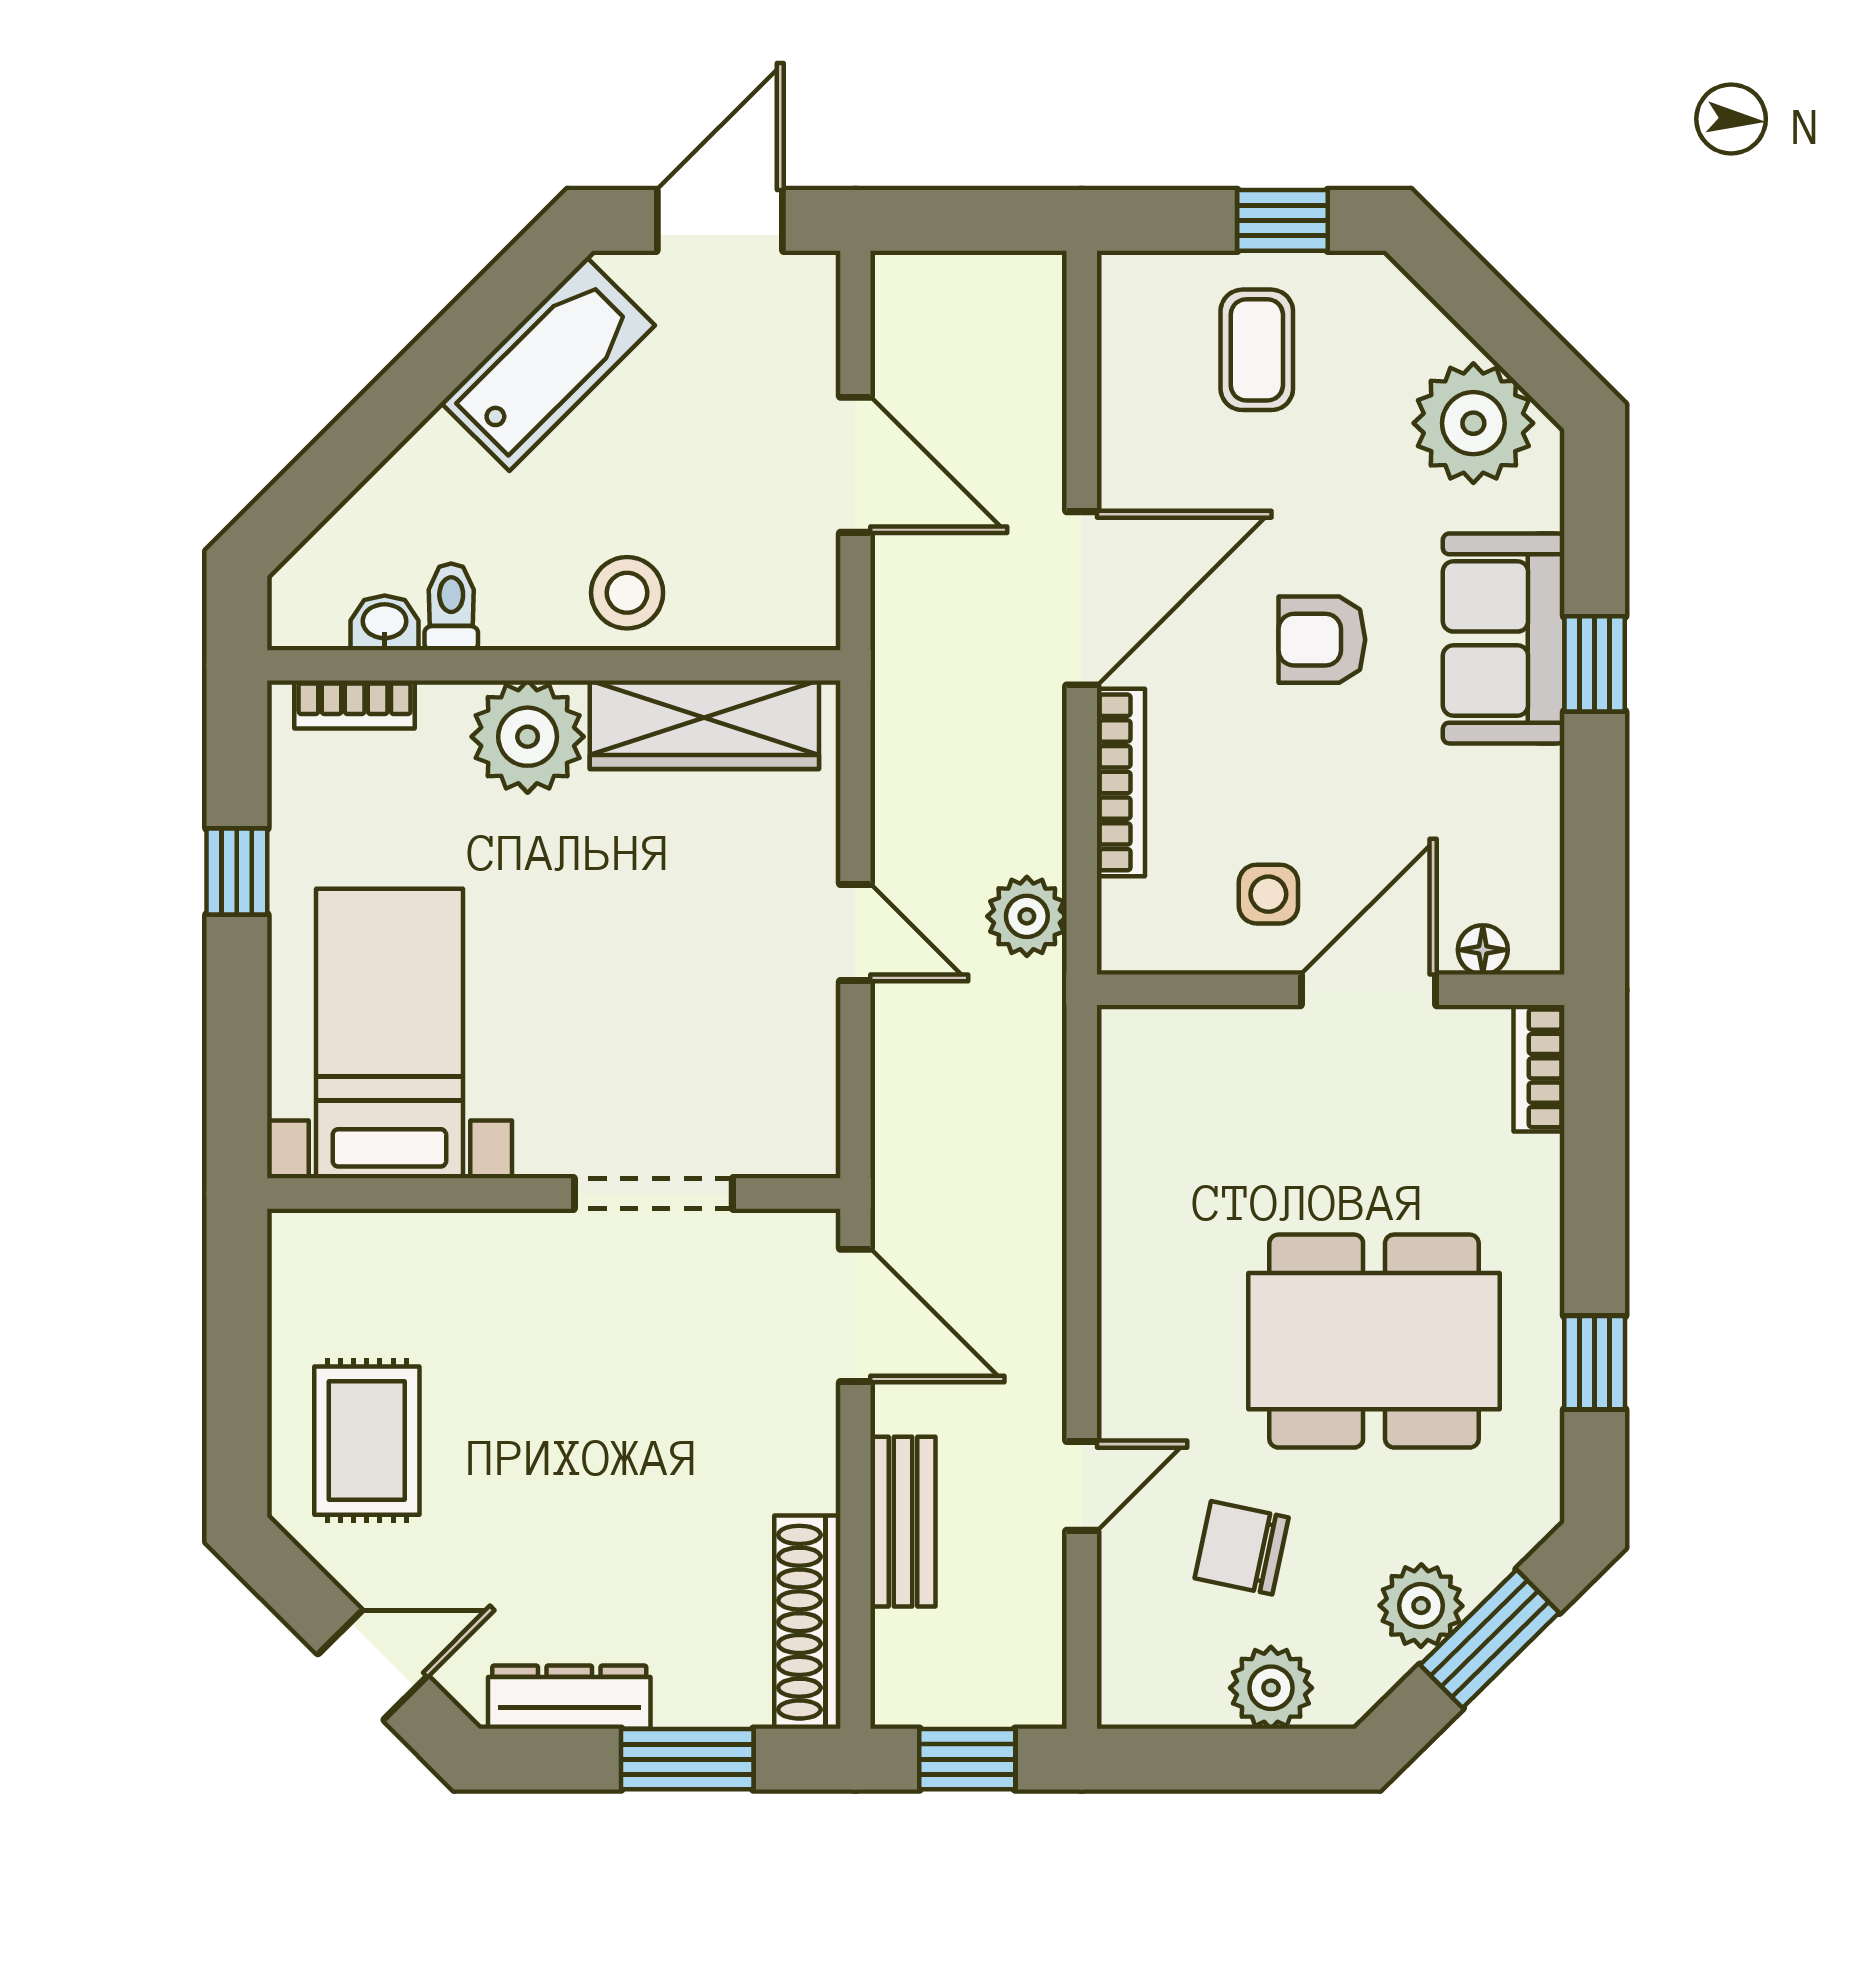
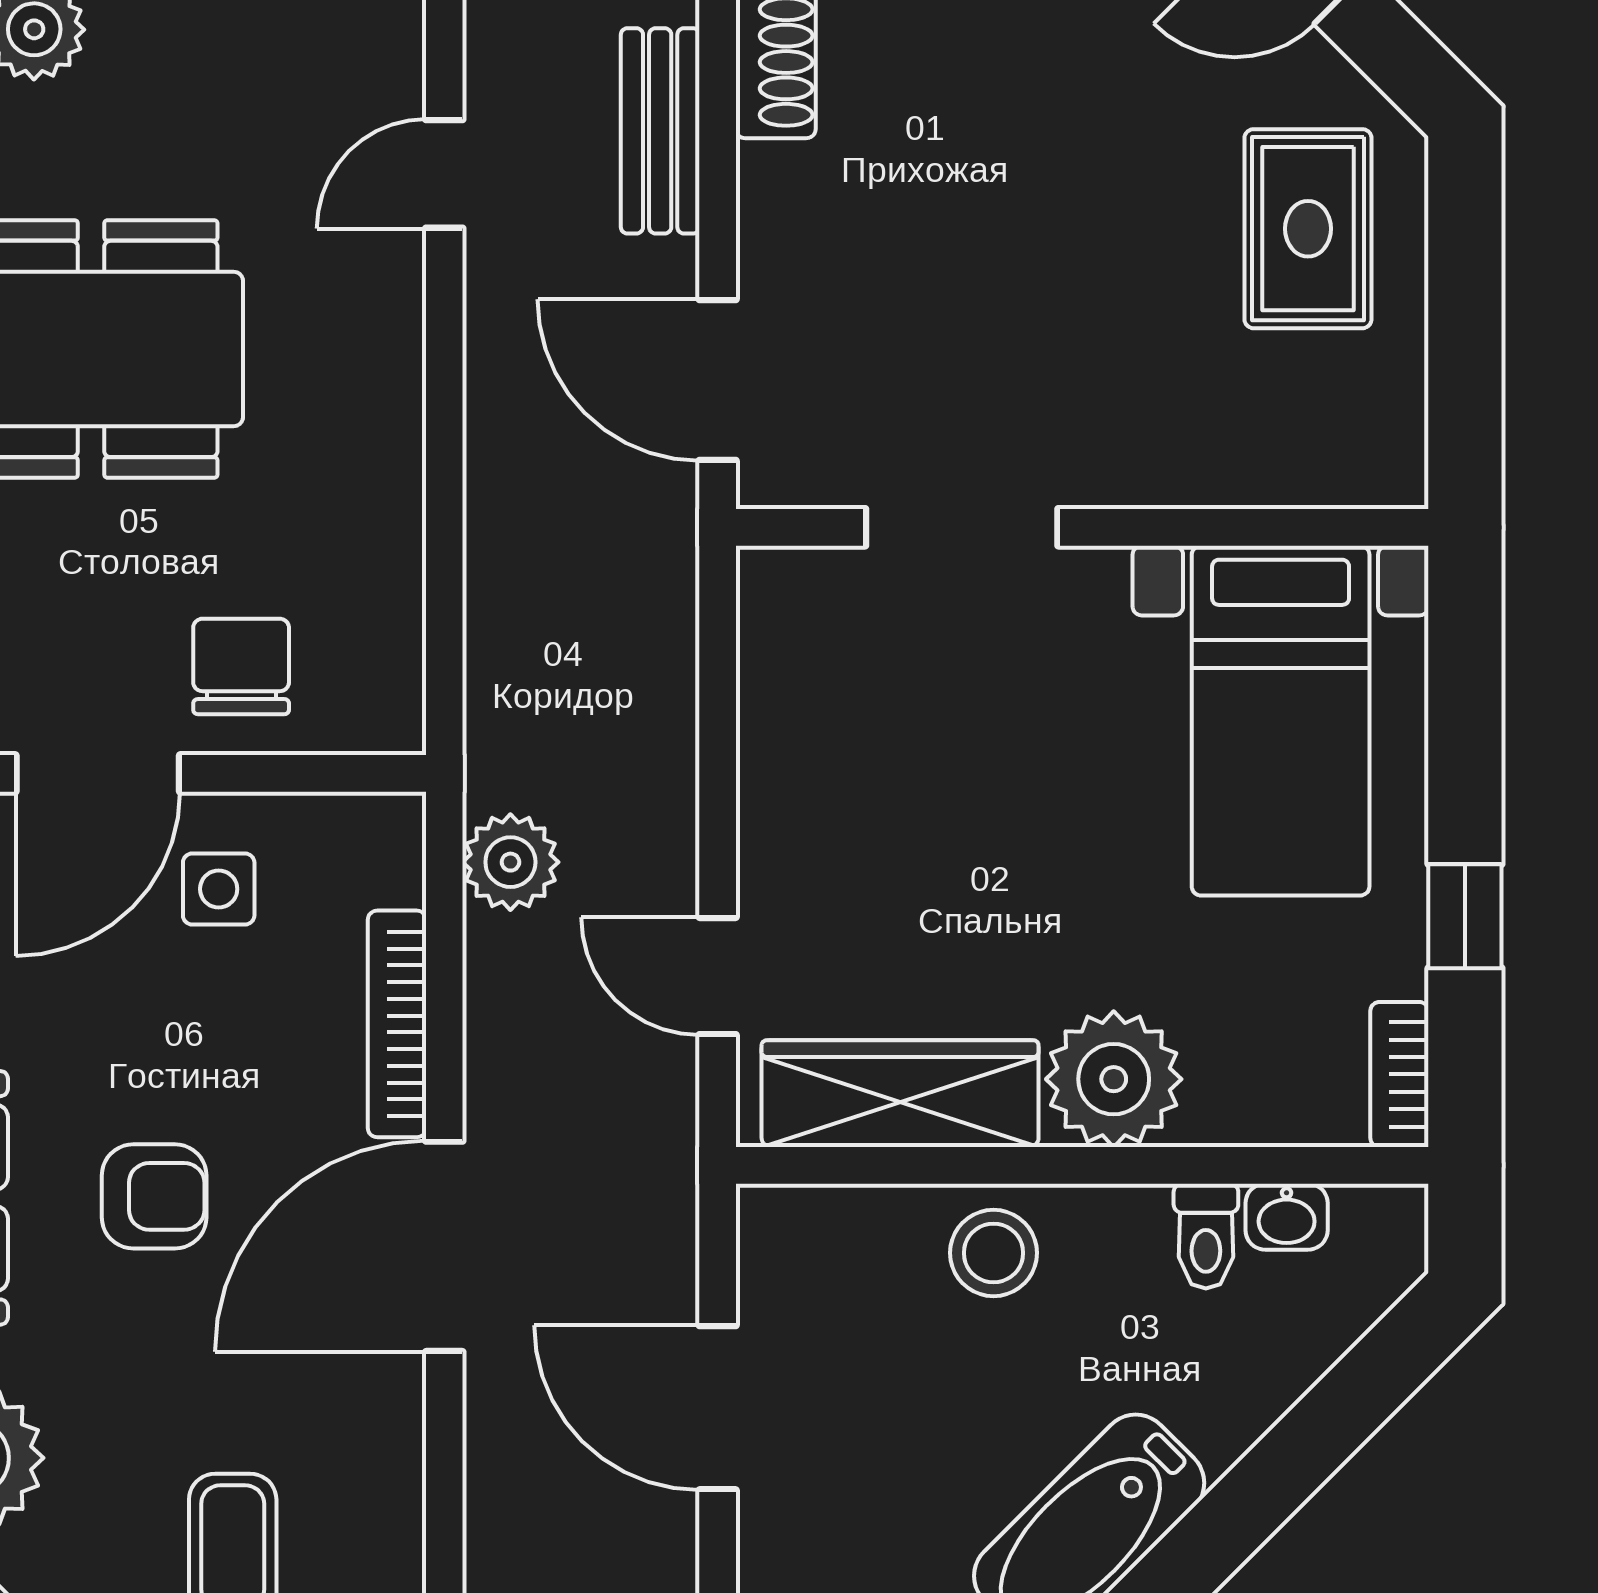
bookcase: (355, 705) -> (1399, 1074), moved, turned -90
door: (855, 932) -> (718, 976), moved
chair: (1242, 1548) -> (241, 666), moved, turned -102

